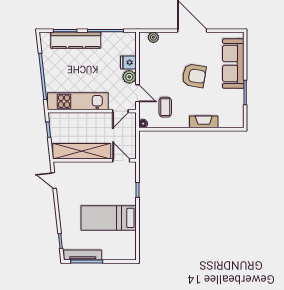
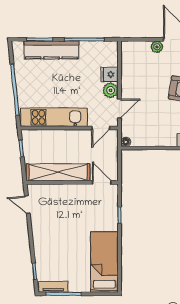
plant: (153, 37) -> (157, 47), moved
door: (137, 93) -> (120, 108), hinge flipped
coffee table: (165, 107) -> (150, 124), removed
bed: (109, 218) -> (104, 262), moved, turned 90
tv unit: (83, 255) -> (53, 287), width x0.71

